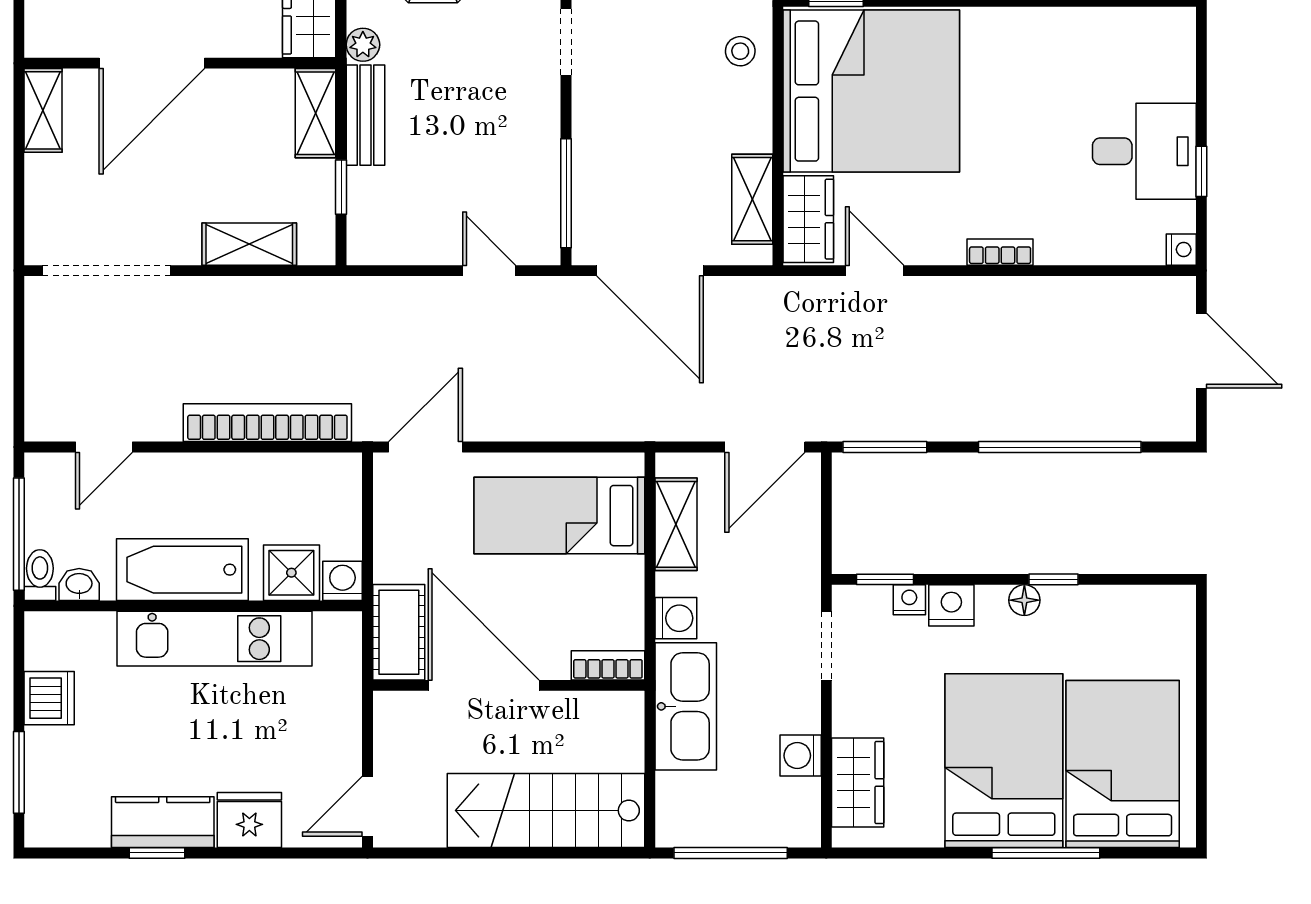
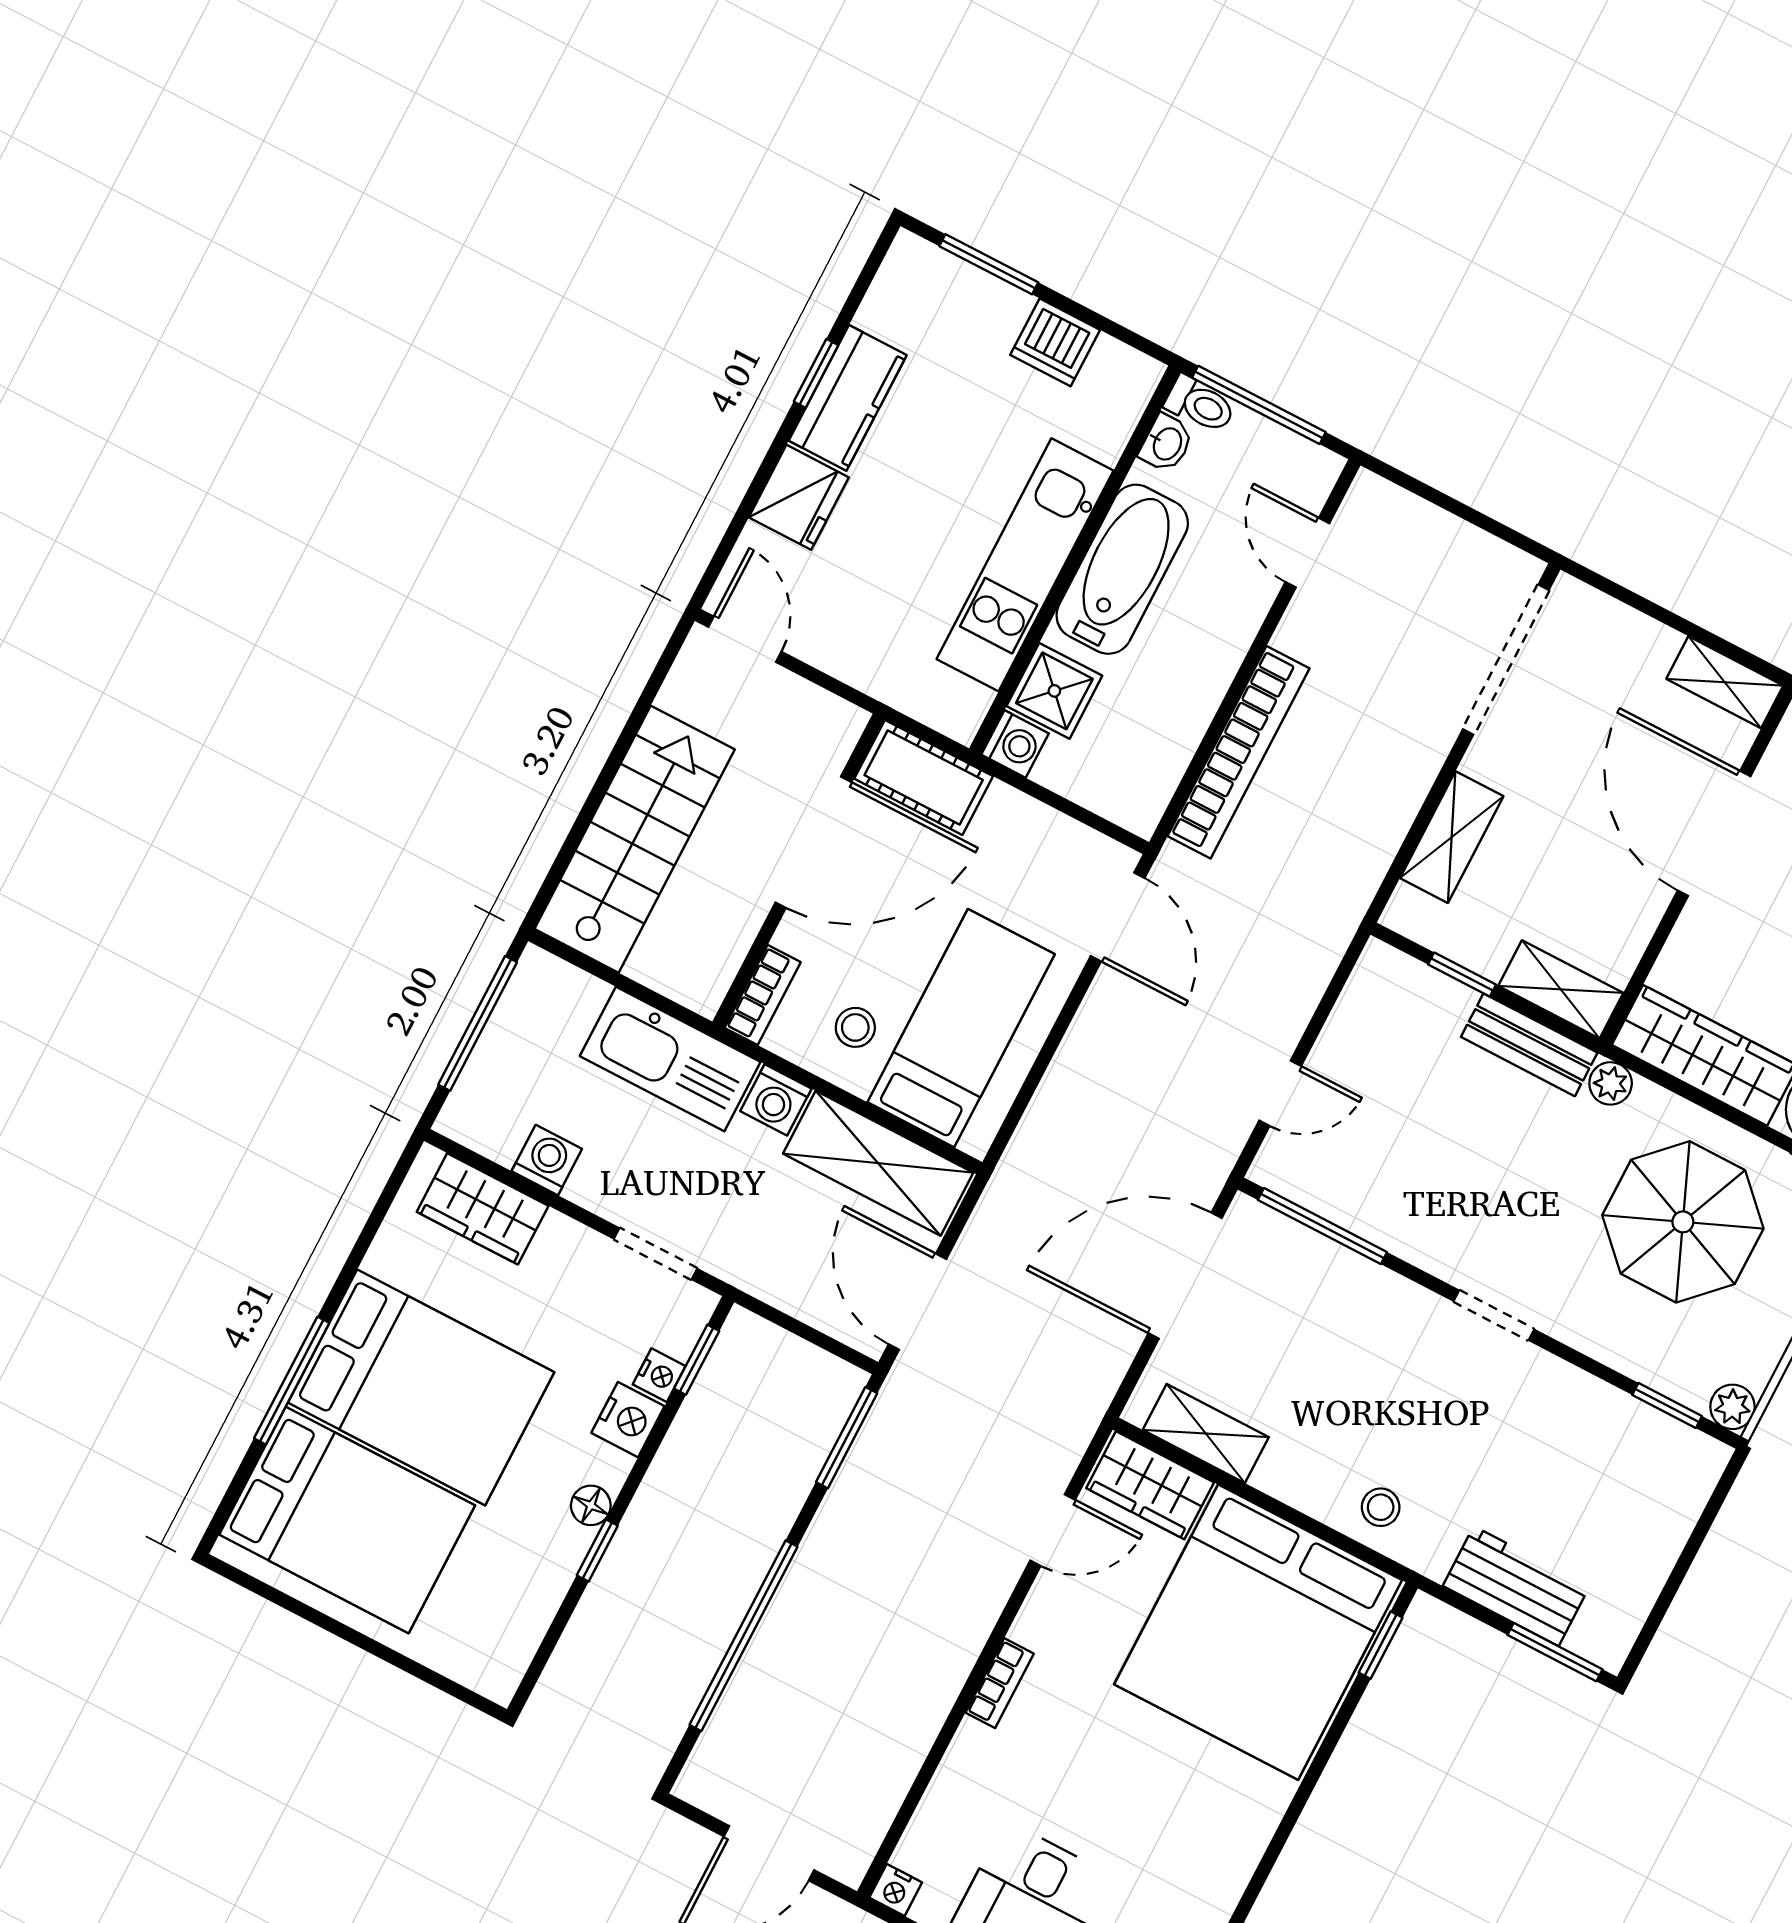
shelving: (676, 524) -> (878, 1163), width x1.50, depth x1.33
stool: (597, 589) -> (855, 1027), added

